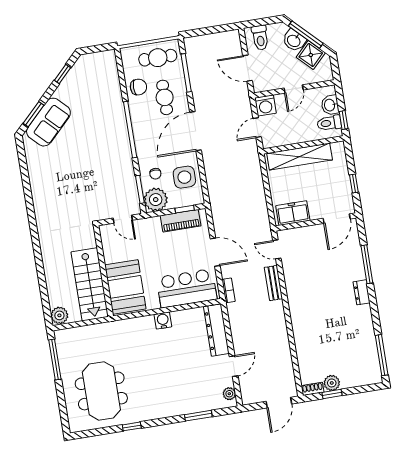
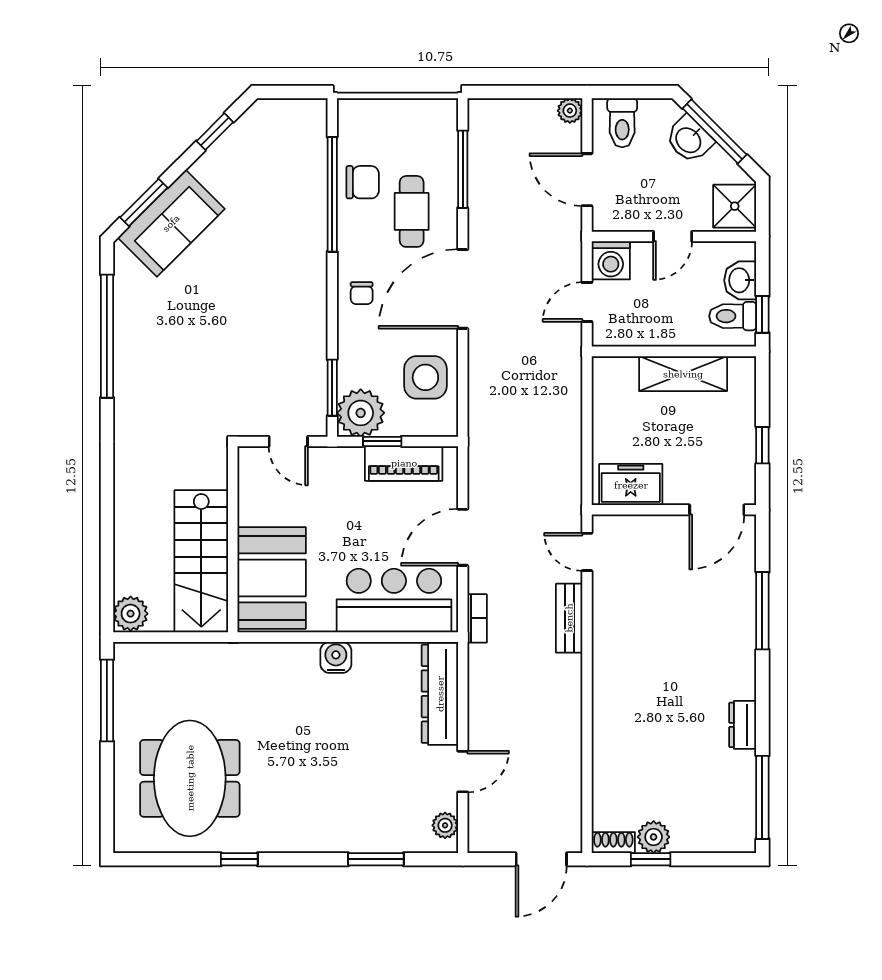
plant: (234, 36) -> (570, 111), added
shower: (311, 55) -> (735, 206), moved, turned 45
cafe table: (158, 58) -> (411, 130), removed
window: (130, 130) -> (332, 194), moved
shelving: (300, 157) -> (683, 374), width x0.68
chair: (155, 174) -> (362, 293), moved
window: (26, 182) -> (107, 336), added
window: (185, 209) -> (382, 441), moved
door: (215, 252) -> (463, 537), swing flipped
dresser: (362, 292) -> (743, 725), moved

